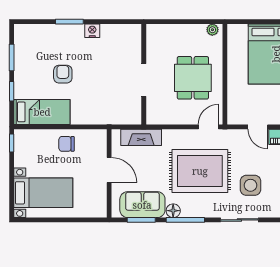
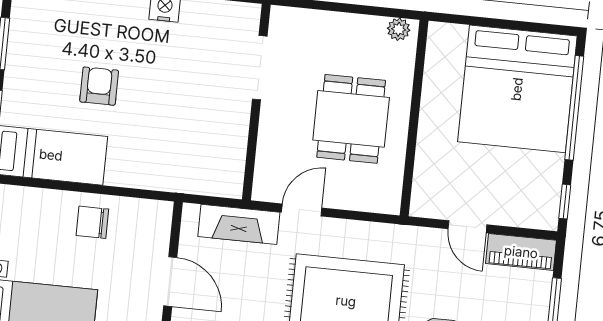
doorway: (144, 80) -> (260, 68), moved
door: (208, 127) -> (302, 210), moved

